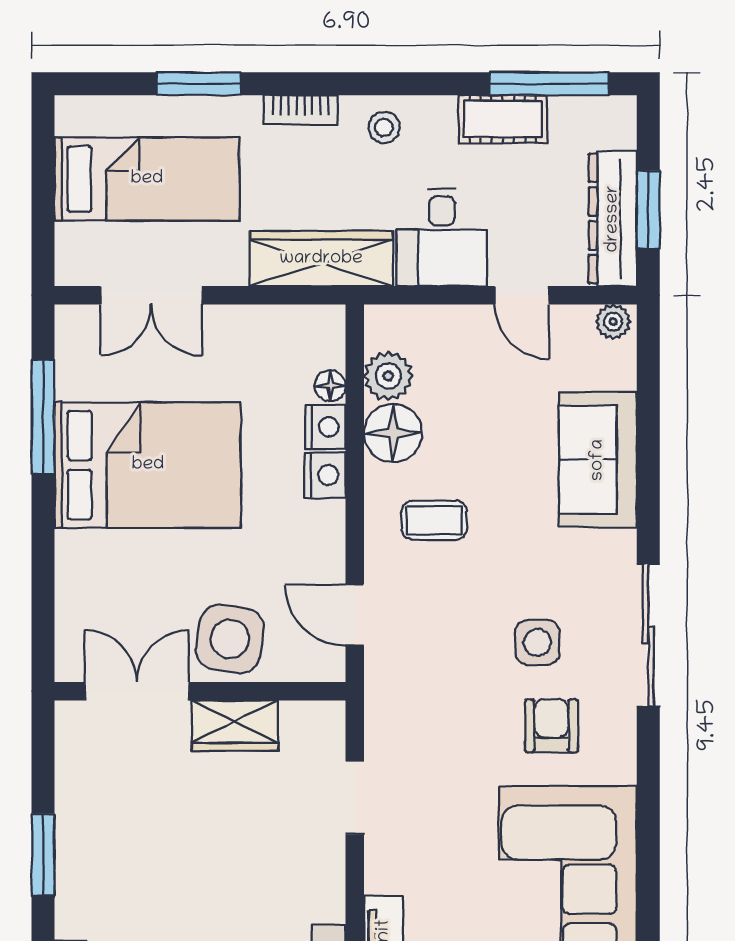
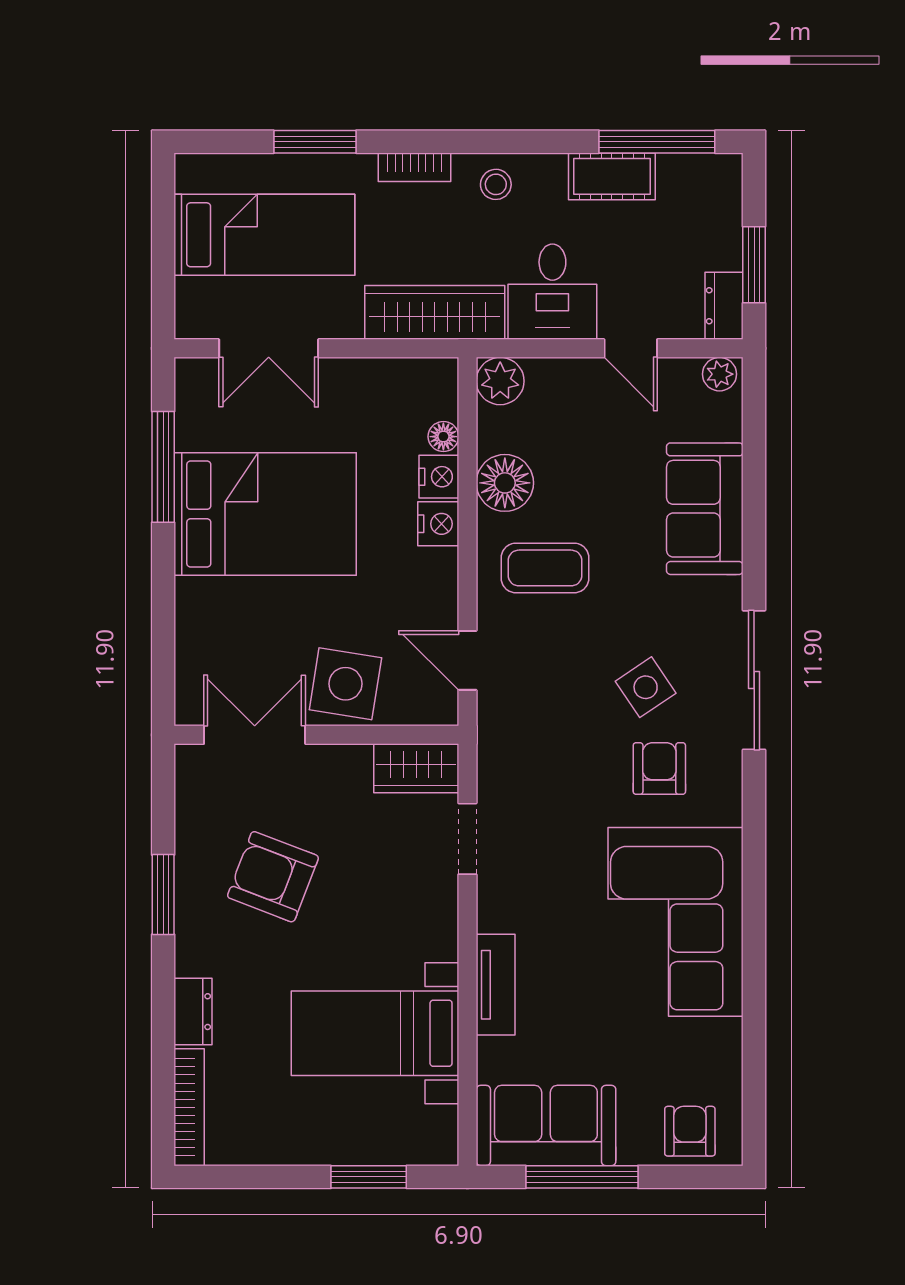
dresser: (613, 219) -> (724, 306), width x0.51, depth x0.80
plant: (388, 376) -> (500, 381), moved
coffee table: (434, 520) -> (545, 568), width x1.36, depth x1.30
side table: (537, 642) -> (646, 687), turned -34
wardrobe: (235, 726) -> (416, 768), moved
armchair: (156, 837) -> (273, 877), added

